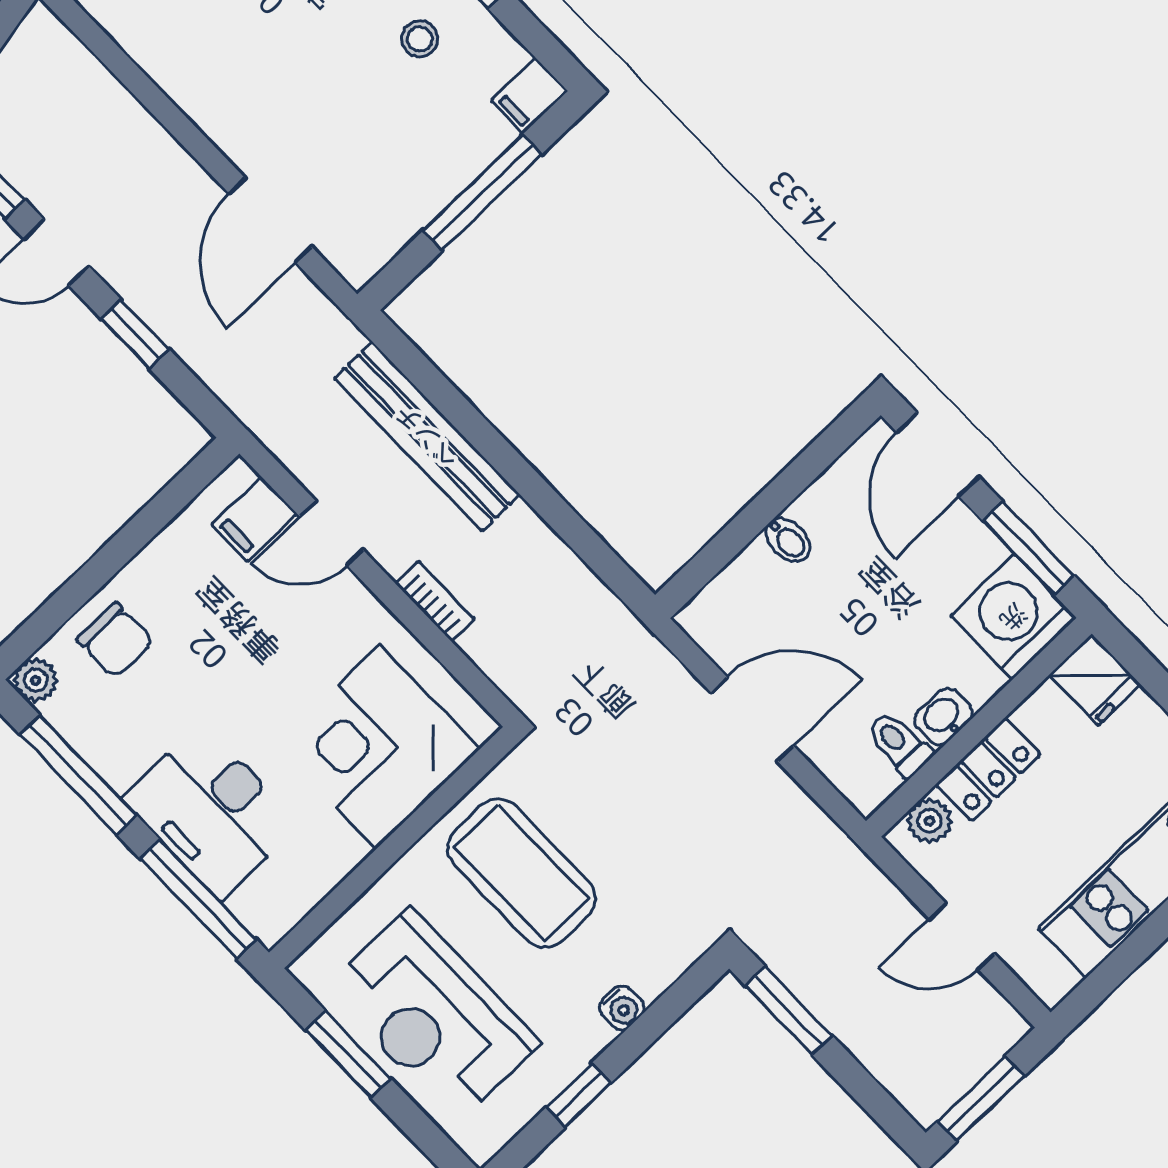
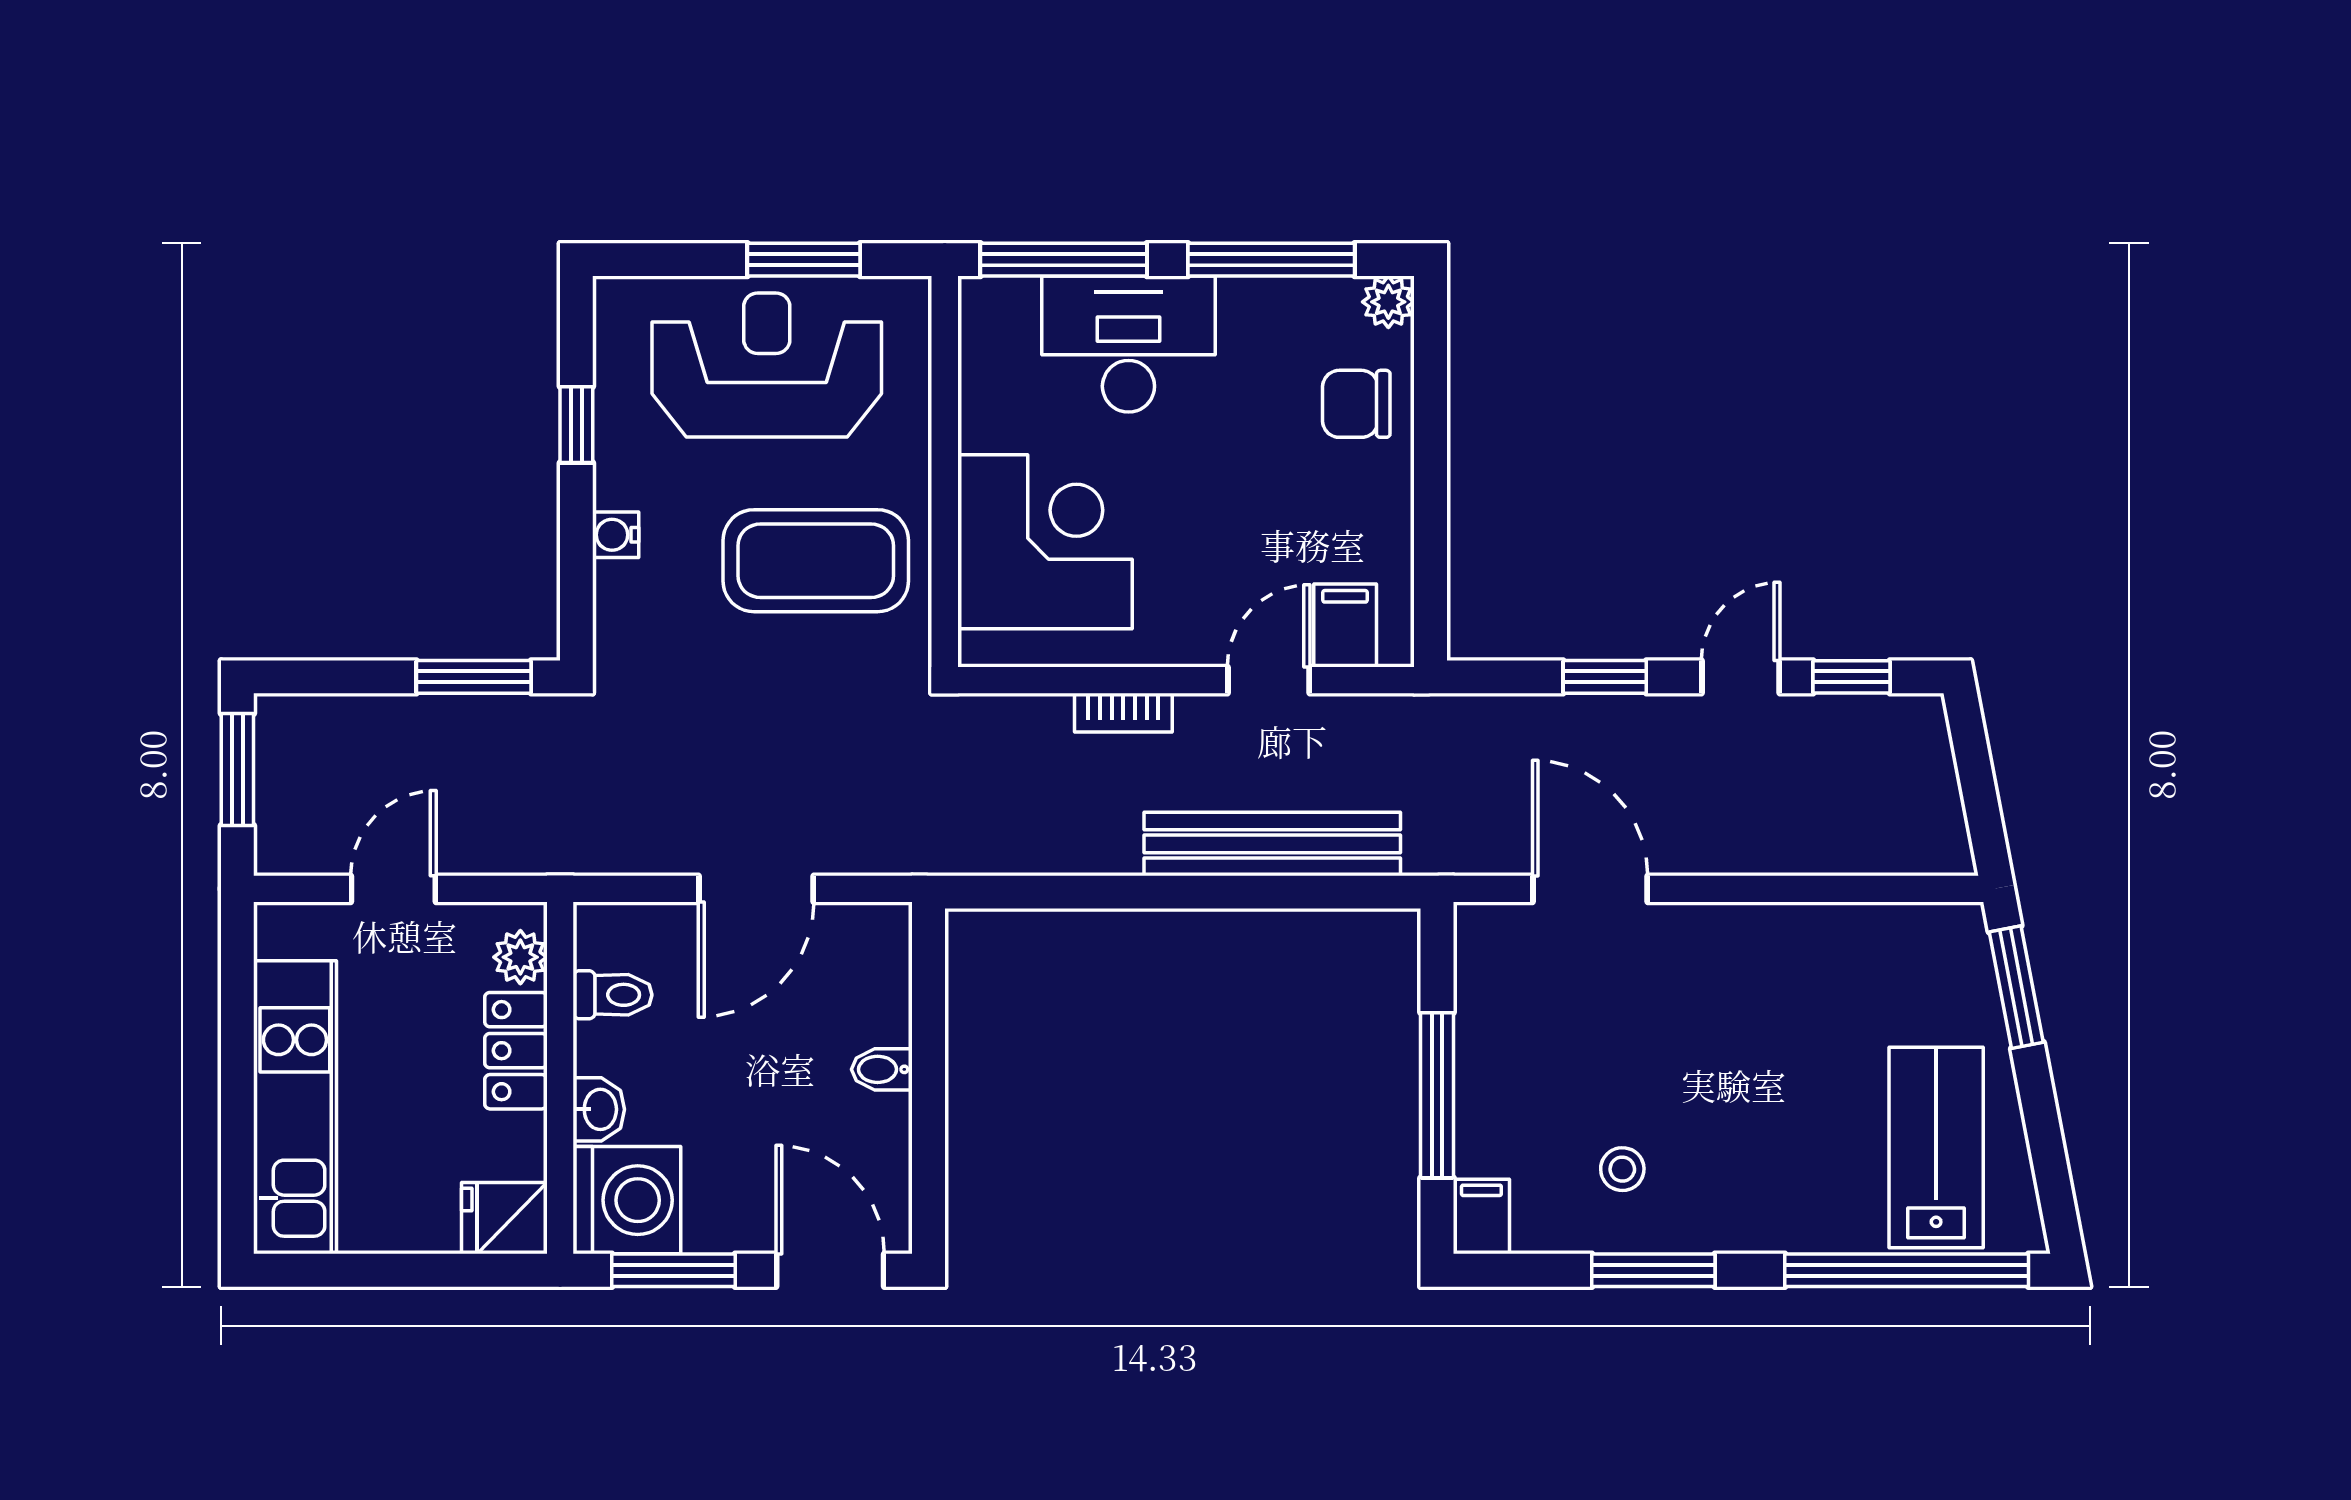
washbasin: (943, 717) -> (599, 1109), moved

